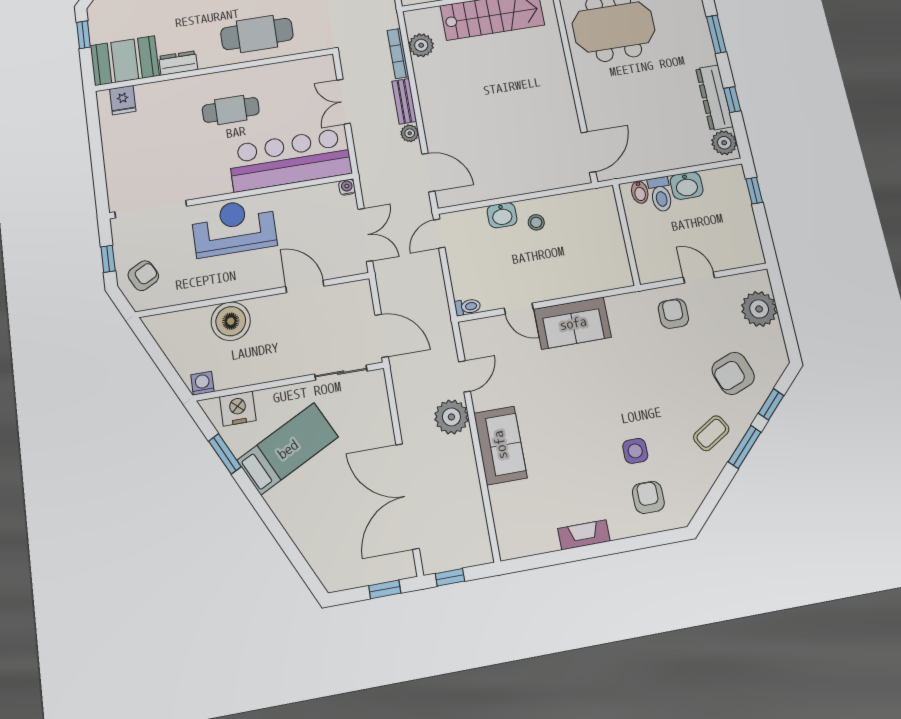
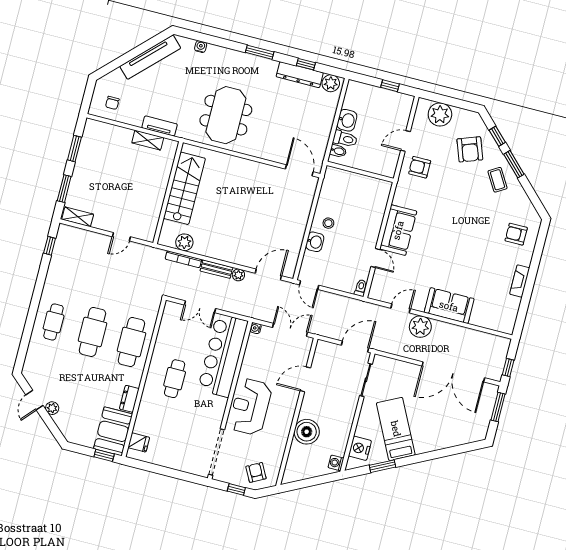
window: (84, 35) -> (104, 455), moved
window: (754, 191) -> (390, 86), moved
door: (519, 309) -> (375, 258), hinge flipped
door: (464, 376) -> (401, 308), hinge flipped
side table: (635, 451) -> (487, 229), removed
window: (385, 589) -> (498, 407), width x1.50

